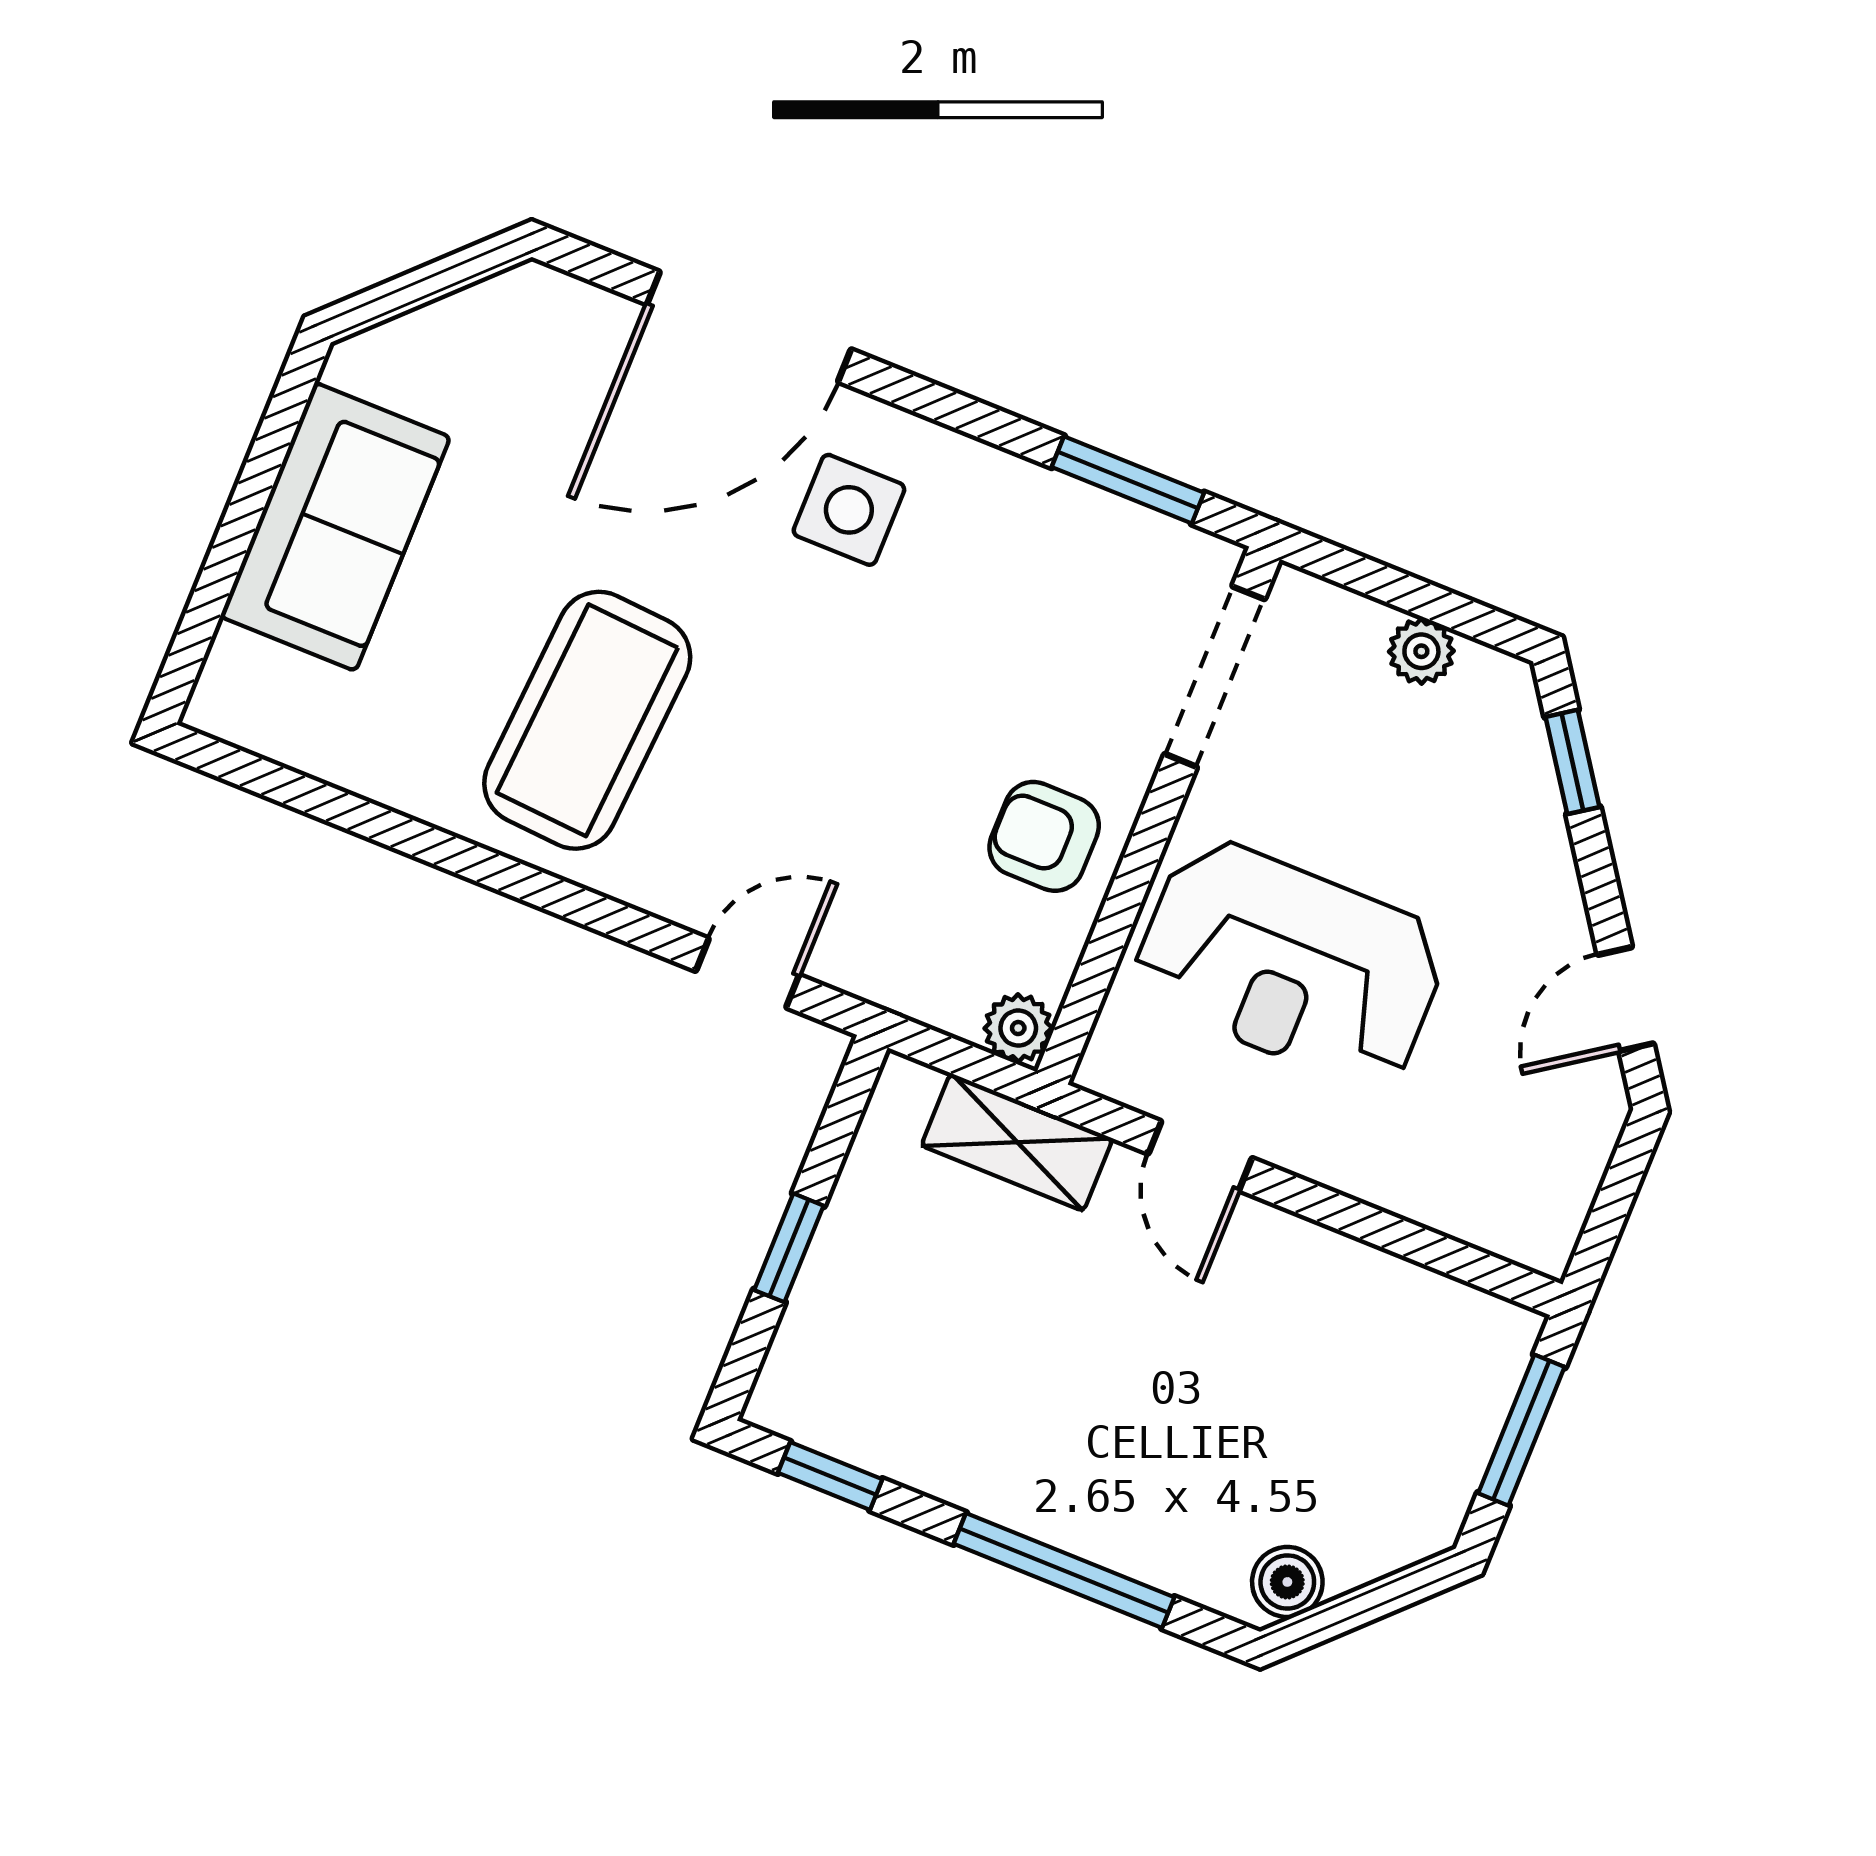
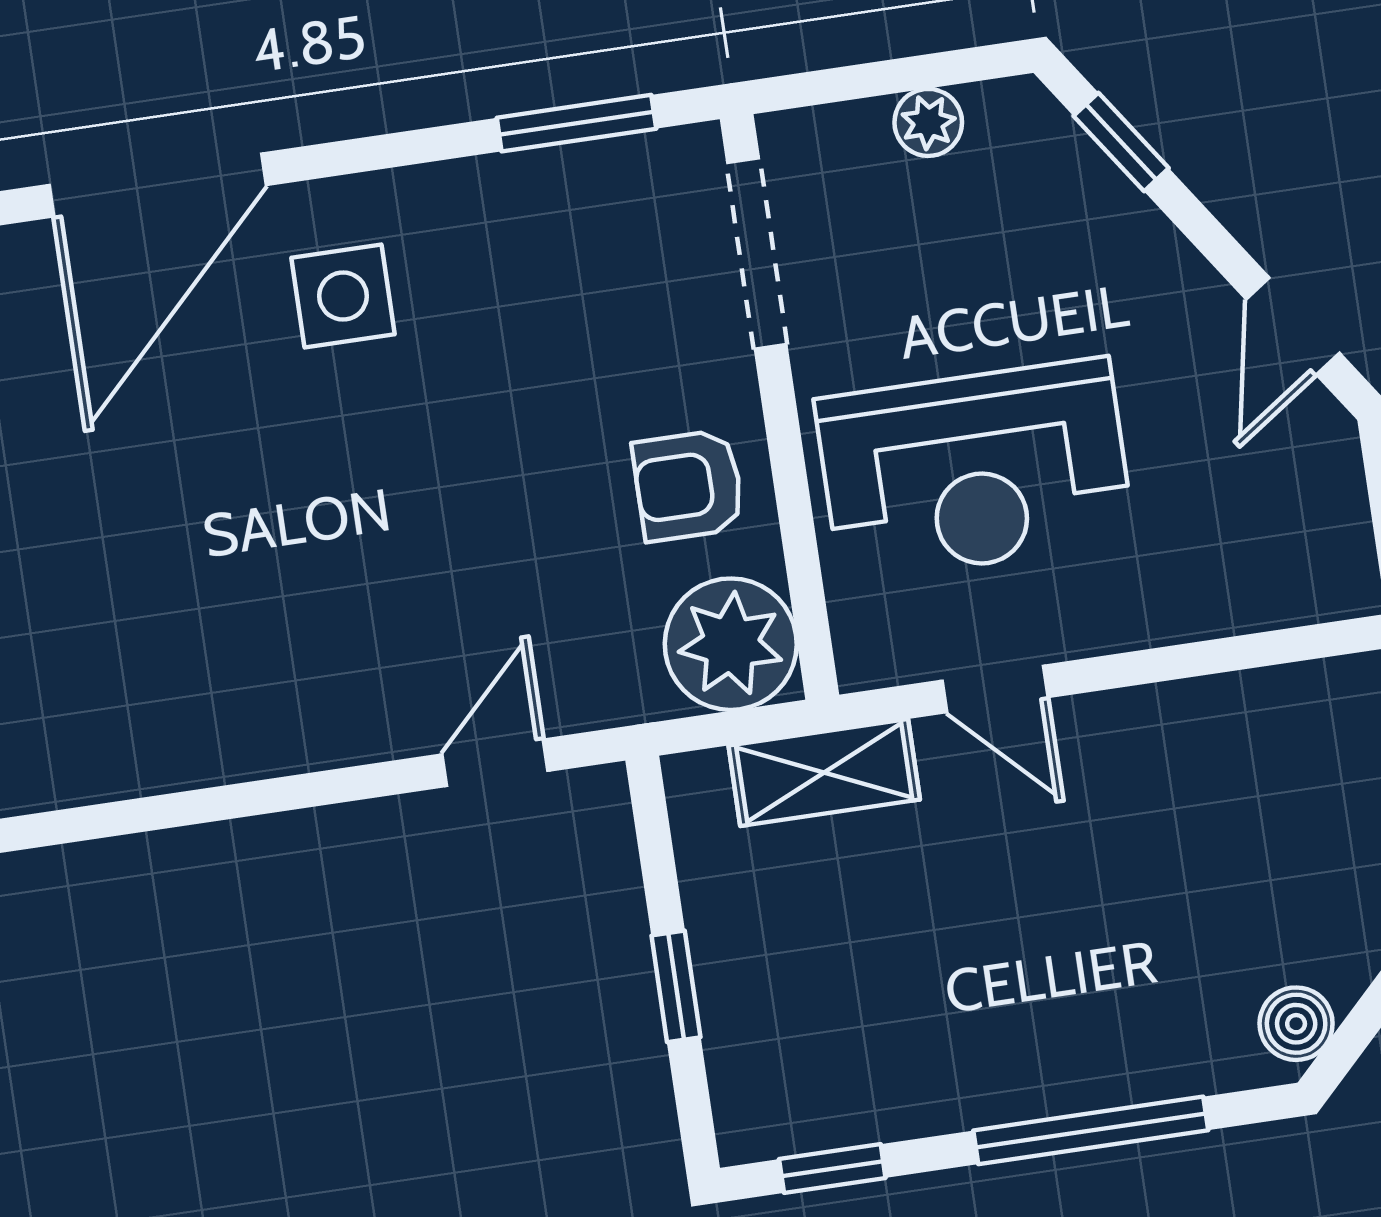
coffee table: (587, 720) -> (220, 621), removed
plant: (1018, 1028) -> (731, 644), width x1.87, depth x1.87

